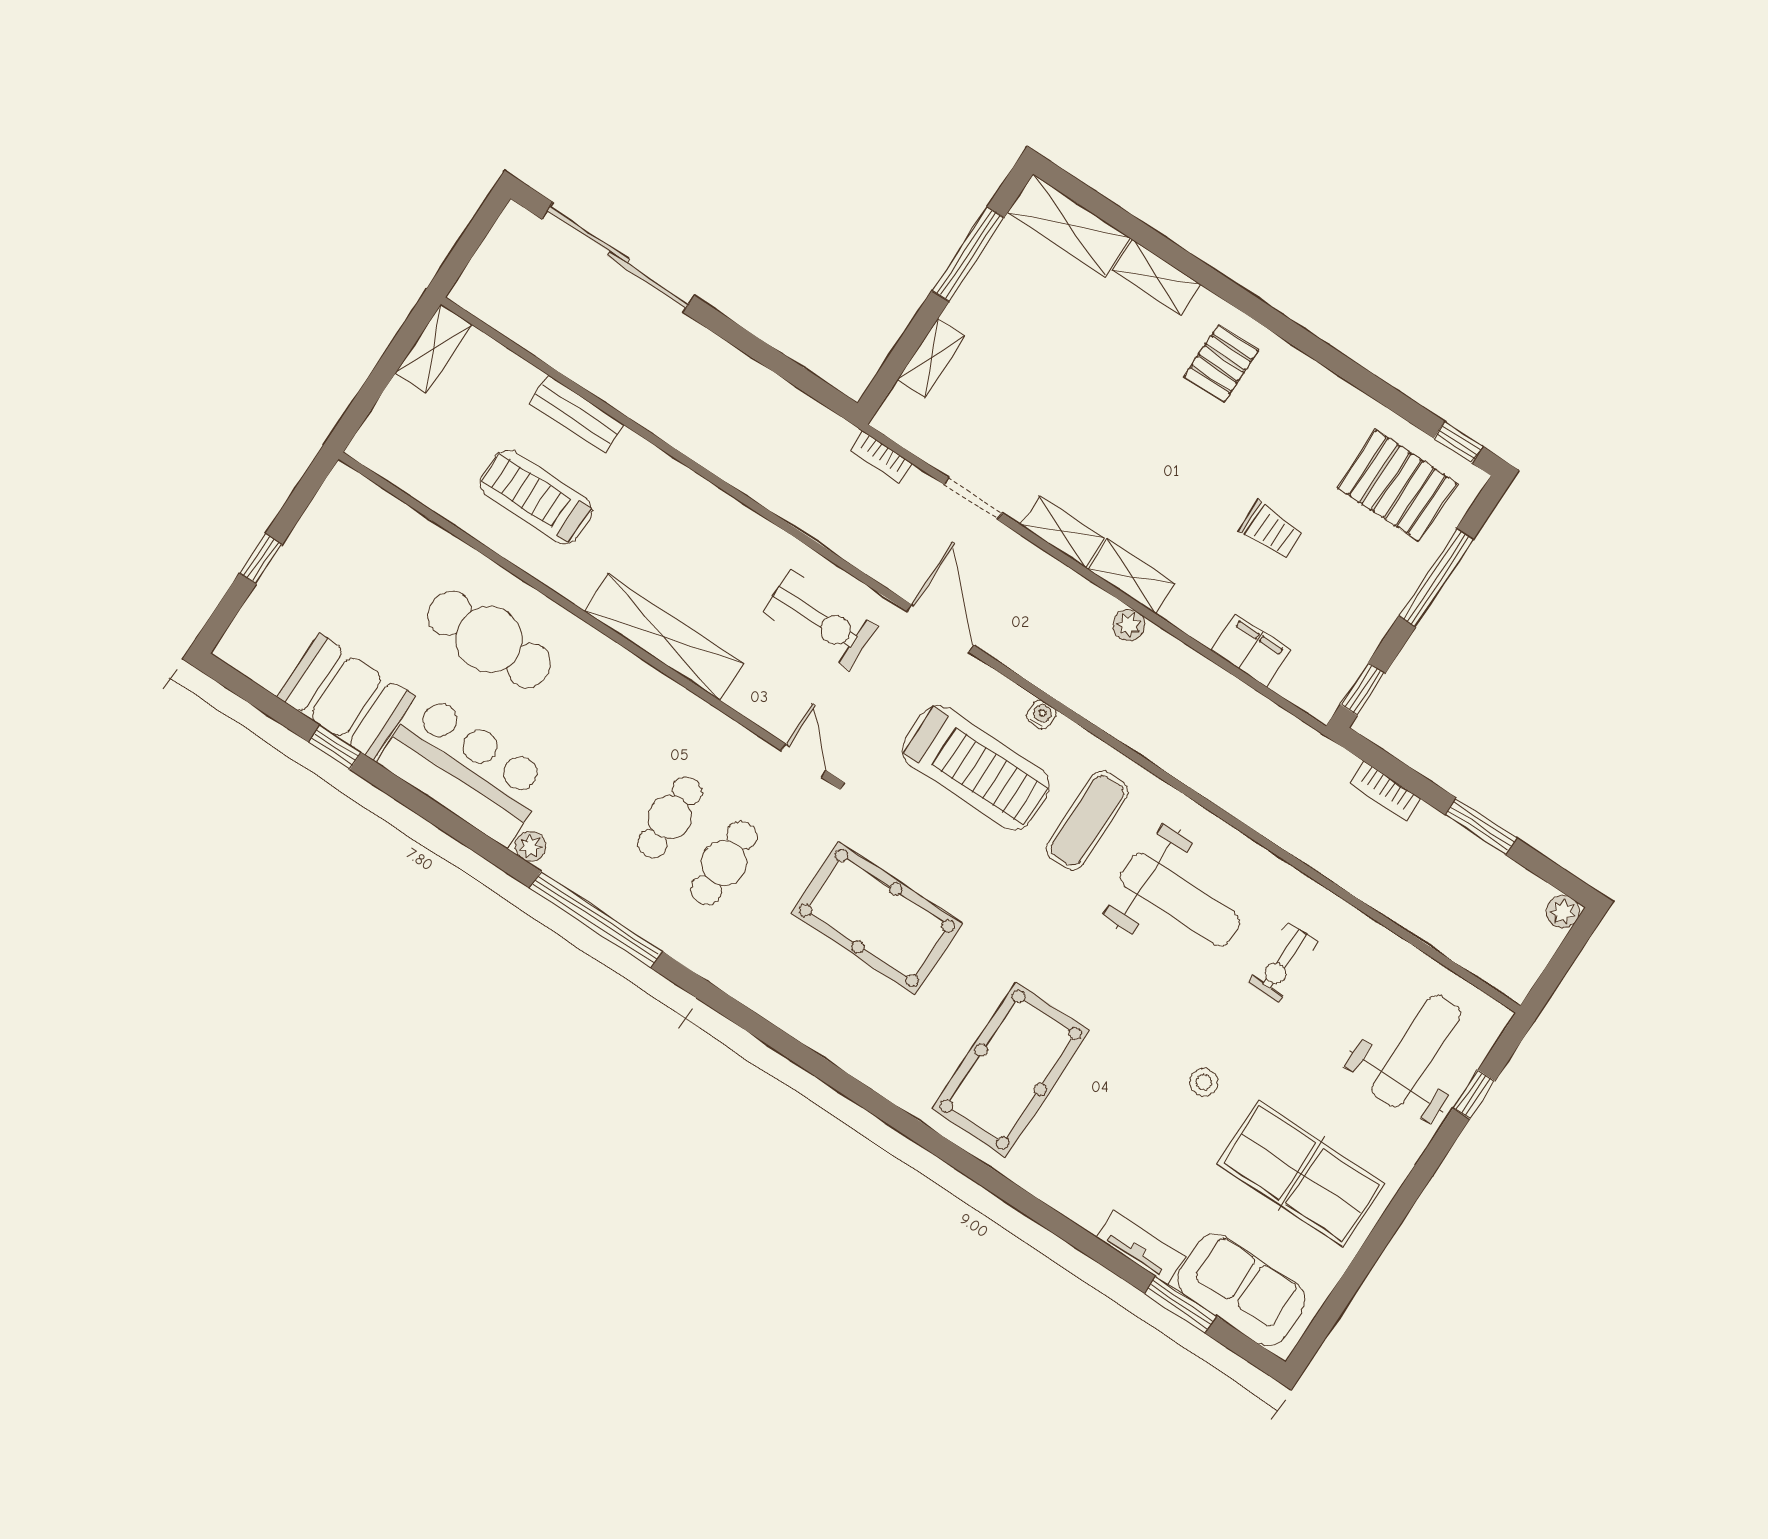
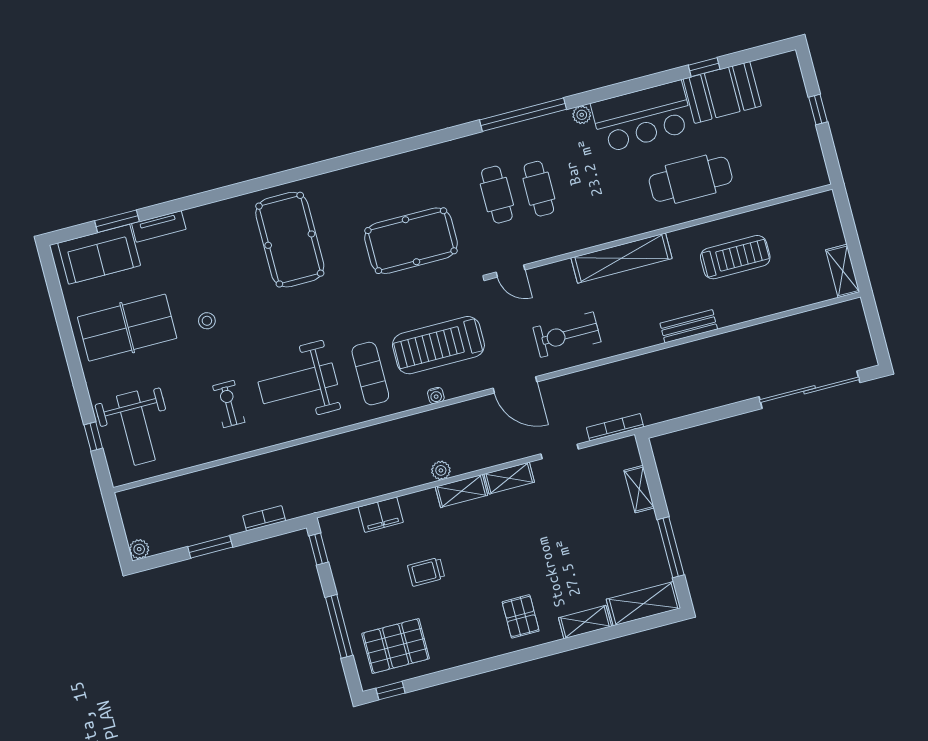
bench: (577, 414) -> (689, 326), moved
bookcase: (881, 457) -> (615, 427), width x1.56

